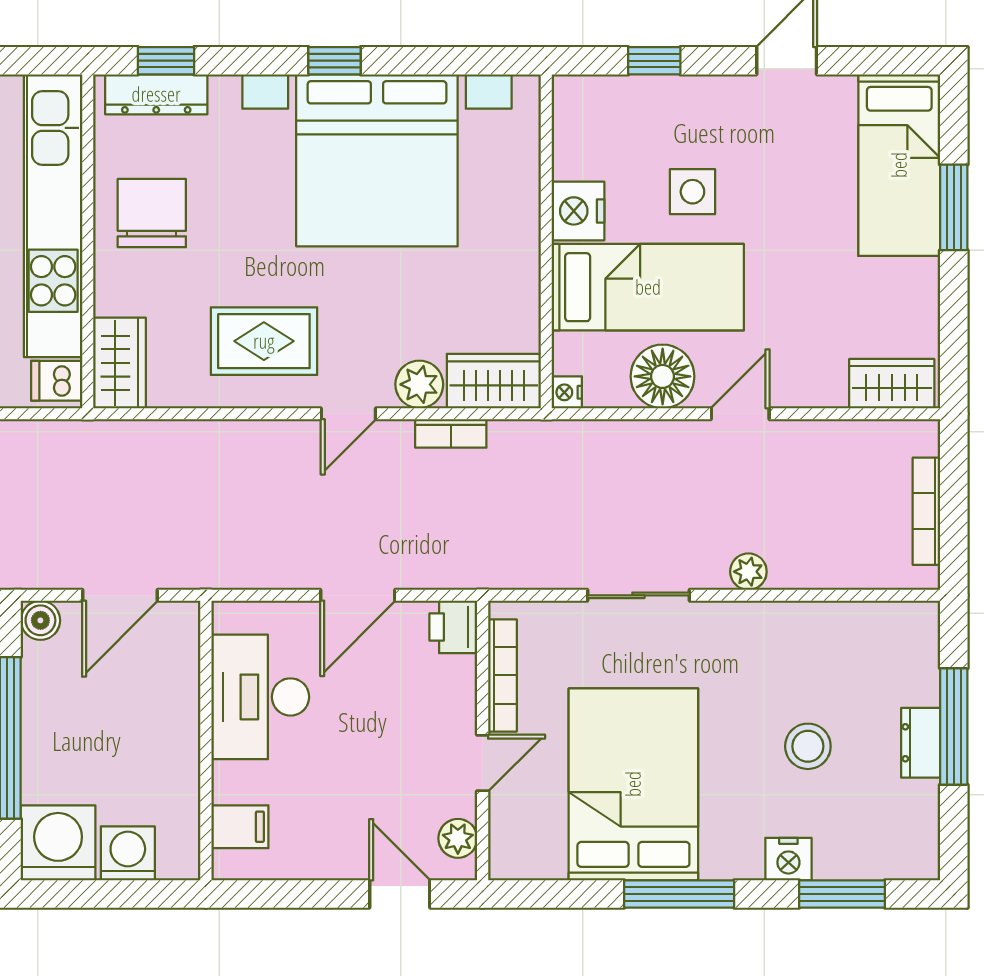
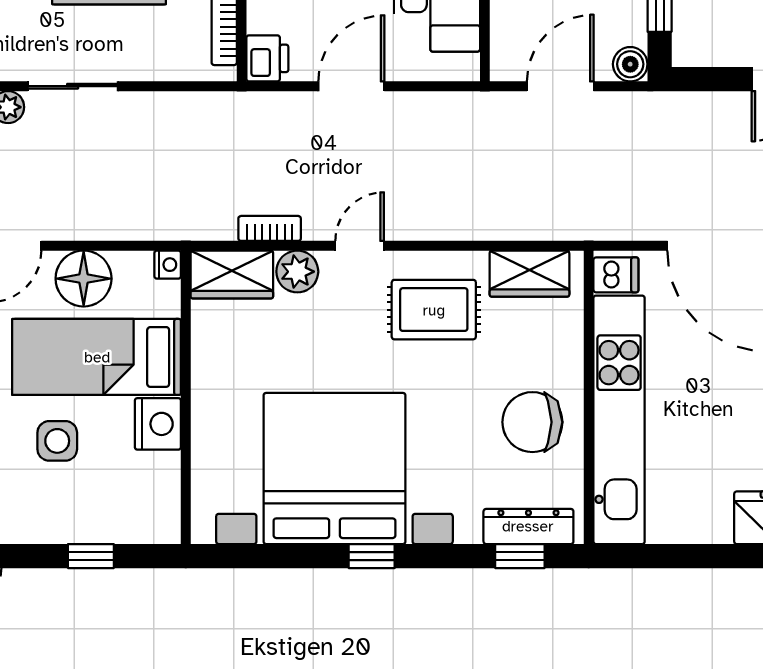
chair: (152, 213) -> (532, 422), turned 90
wardrobe: (120, 363) -> (529, 274), moved, turned -90
sliding door: (638, 595) -> (73, 86), moved

